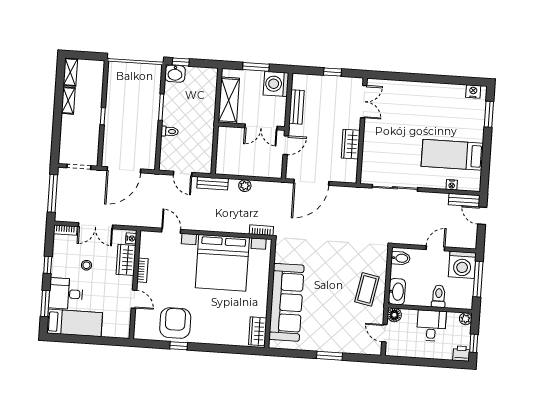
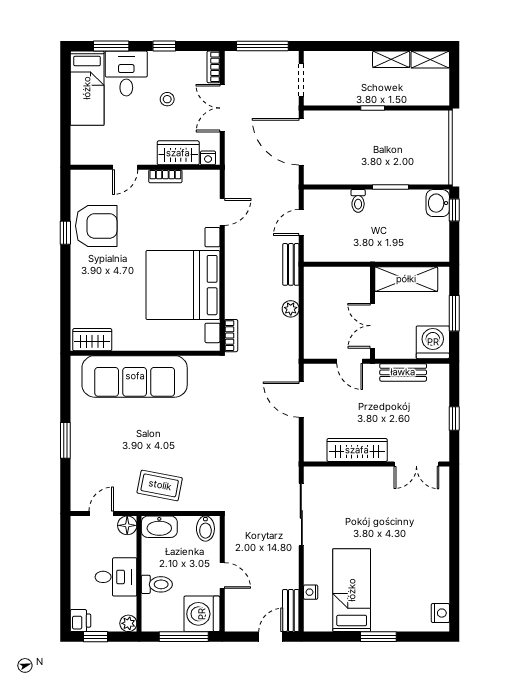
window: (489, 114) -> (378, 637), moved
wardrobe: (351, 144) -> (357, 450), width x1.50
door: (311, 182) -> (301, 400), width x0.73

